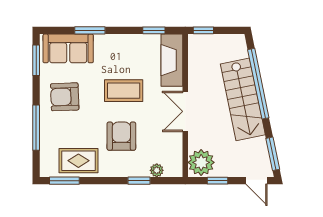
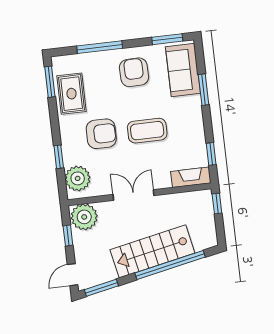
fireplace: (172, 60) -> (191, 177), width x0.73, depth x0.76
coffee table: (124, 91) -> (147, 131), turned 90
plant: (157, 170) -> (78, 178), width x1.87, depth x1.87

